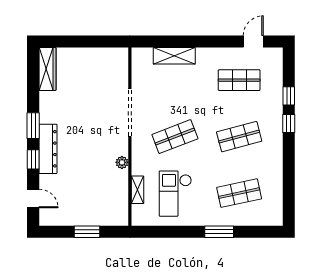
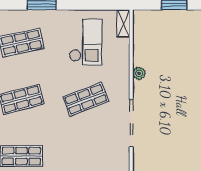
shelving: (137, 190) -> (123, 24), moved

